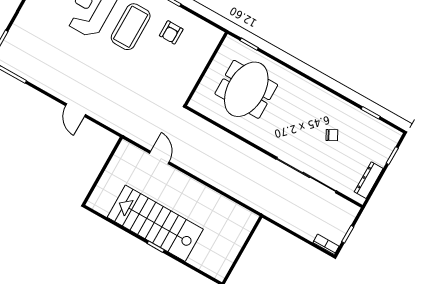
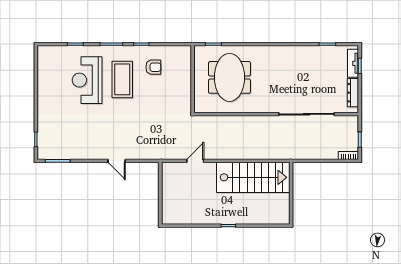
armchair: (171, 32) -> (153, 67), turned -90
chair: (332, 135) -> (309, 76), removed
tv unit: (387, 149) -> (353, 63), added
door: (159, 158) -> (195, 161), hinge flipped
stairs: (155, 223) -> (253, 177), moved, turned 180

